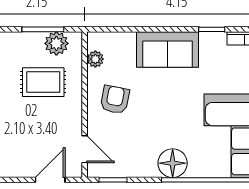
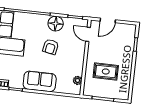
plant: (56, 43) -> (97, 91), removed
armchair: (115, 100) -> (51, 47), moved
floor lamp: (173, 163) -> (56, 24), moved

